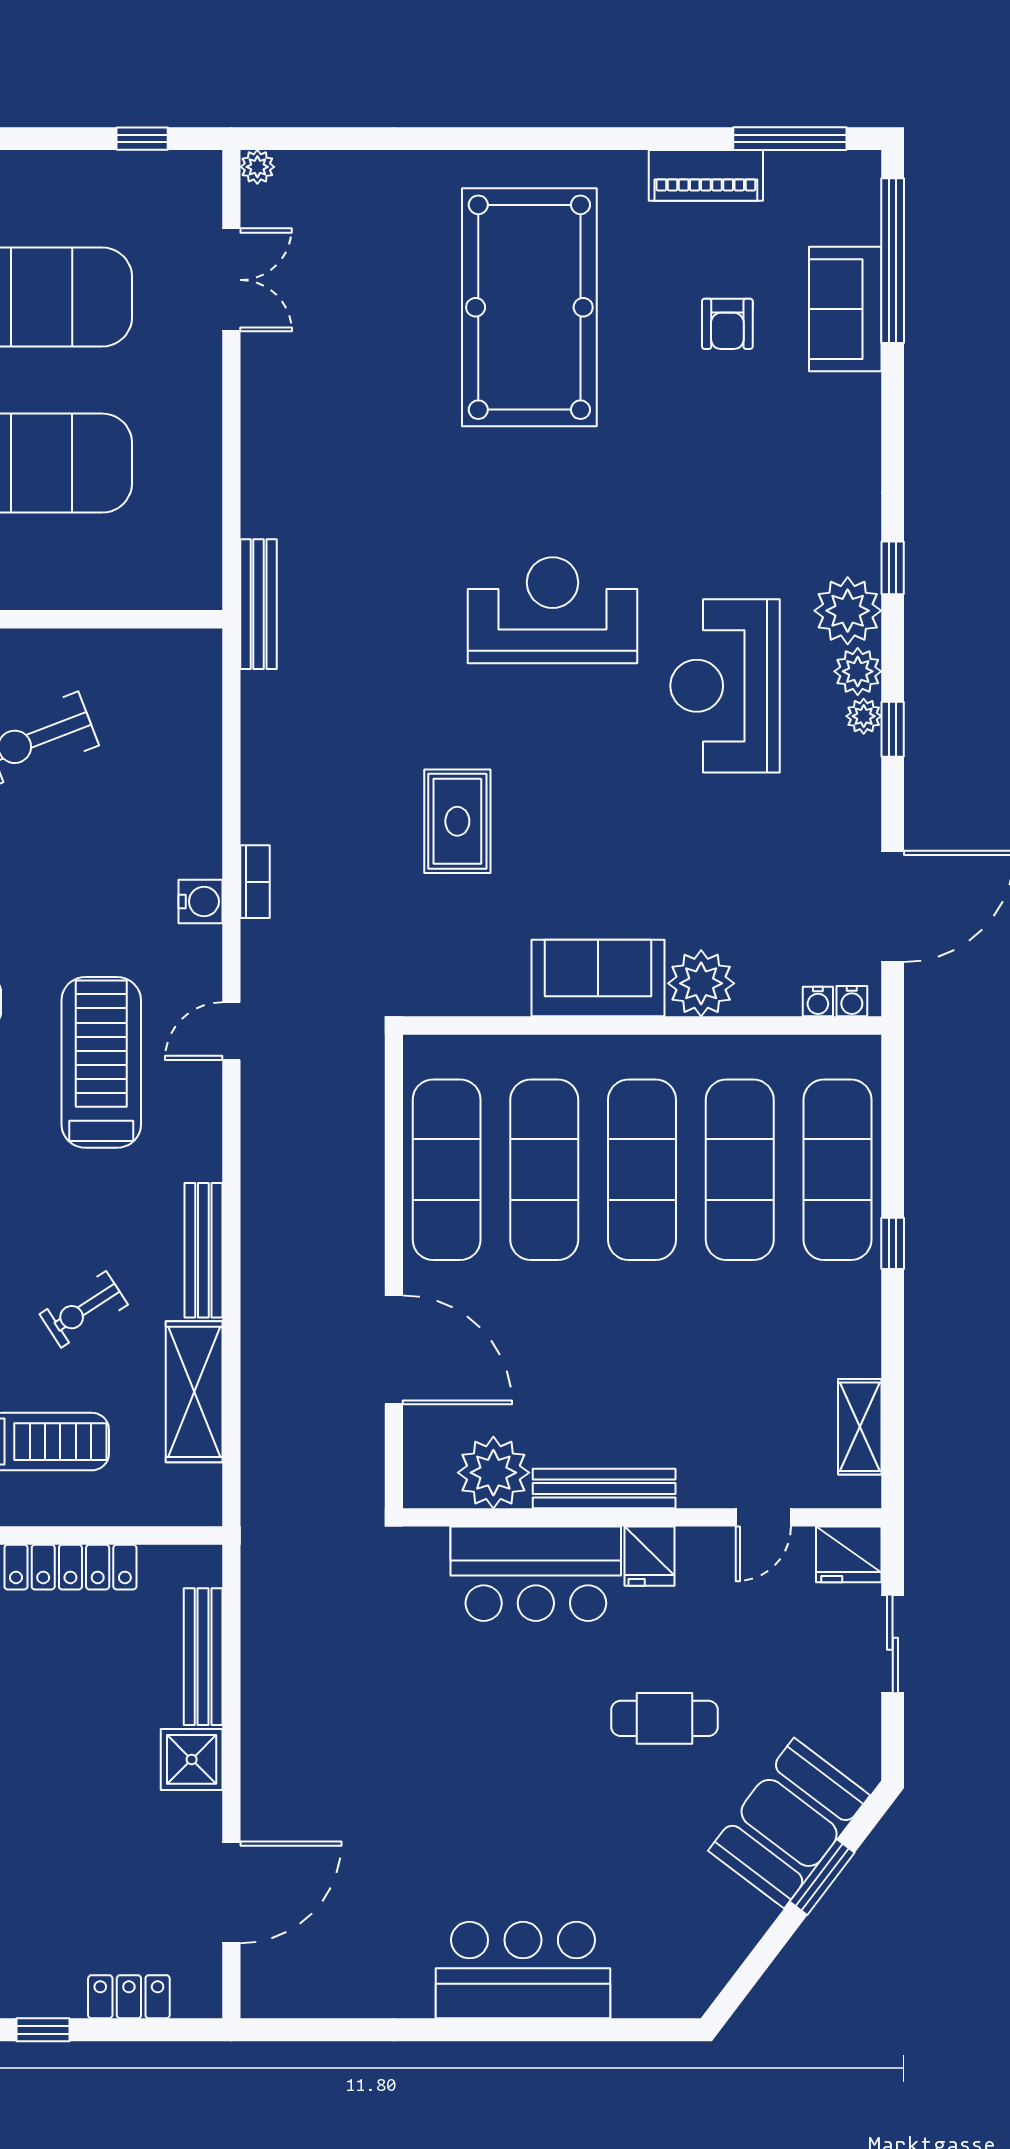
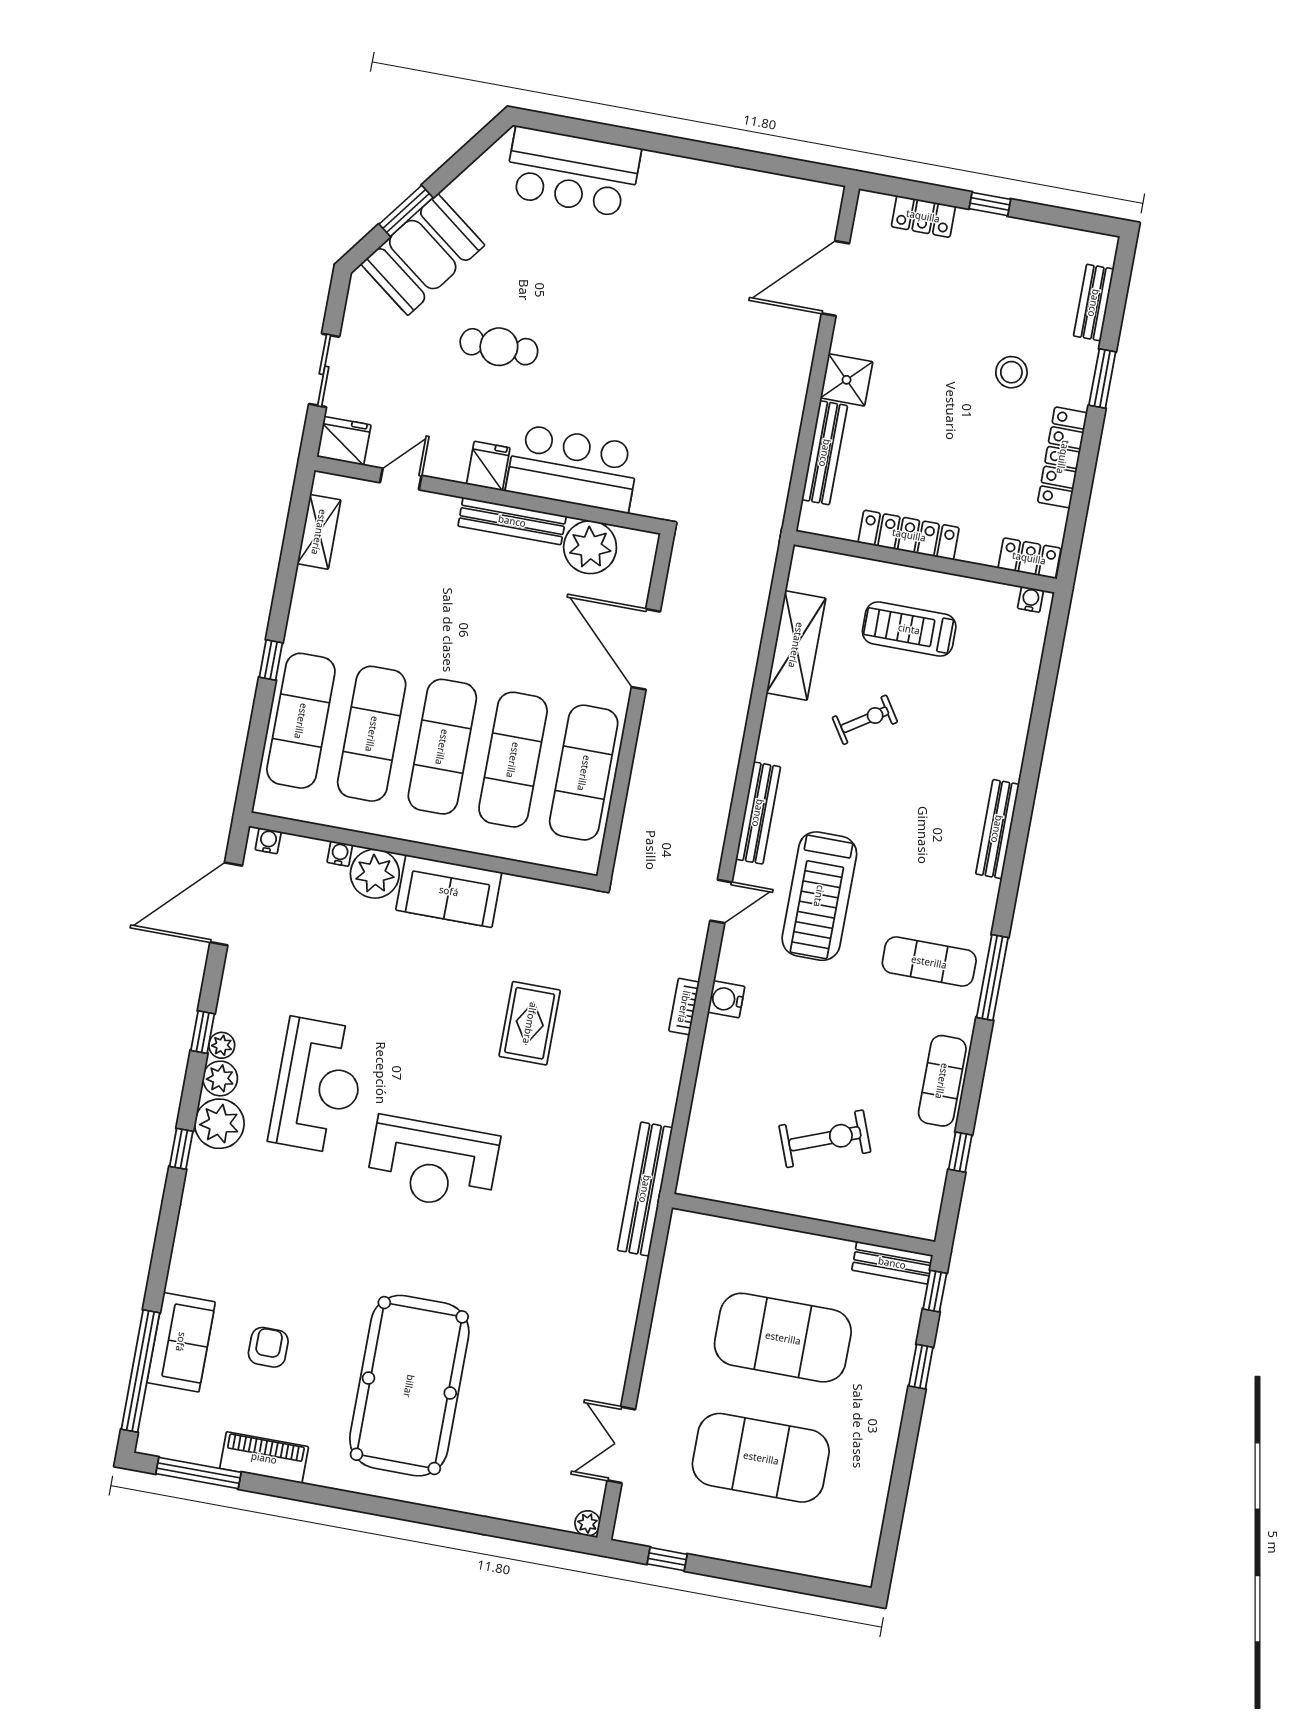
bench: (259, 604) -> (645, 1189), width x1.37, depth x1.21
water cooler: (818, 1001) -> (340, 854), moved
bench: (203, 1250) -> (758, 813), moved
bar counter: (523, 1970) -> (573, 172), moved

